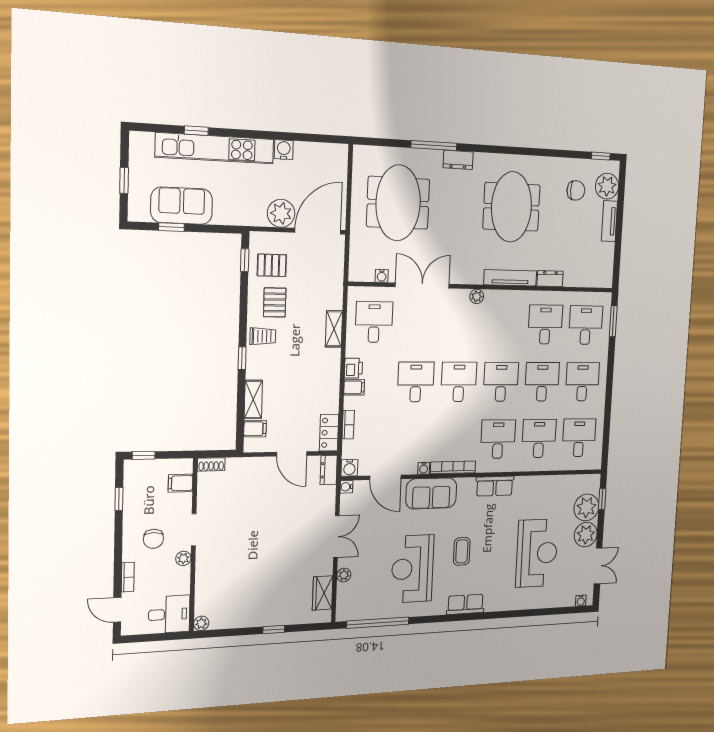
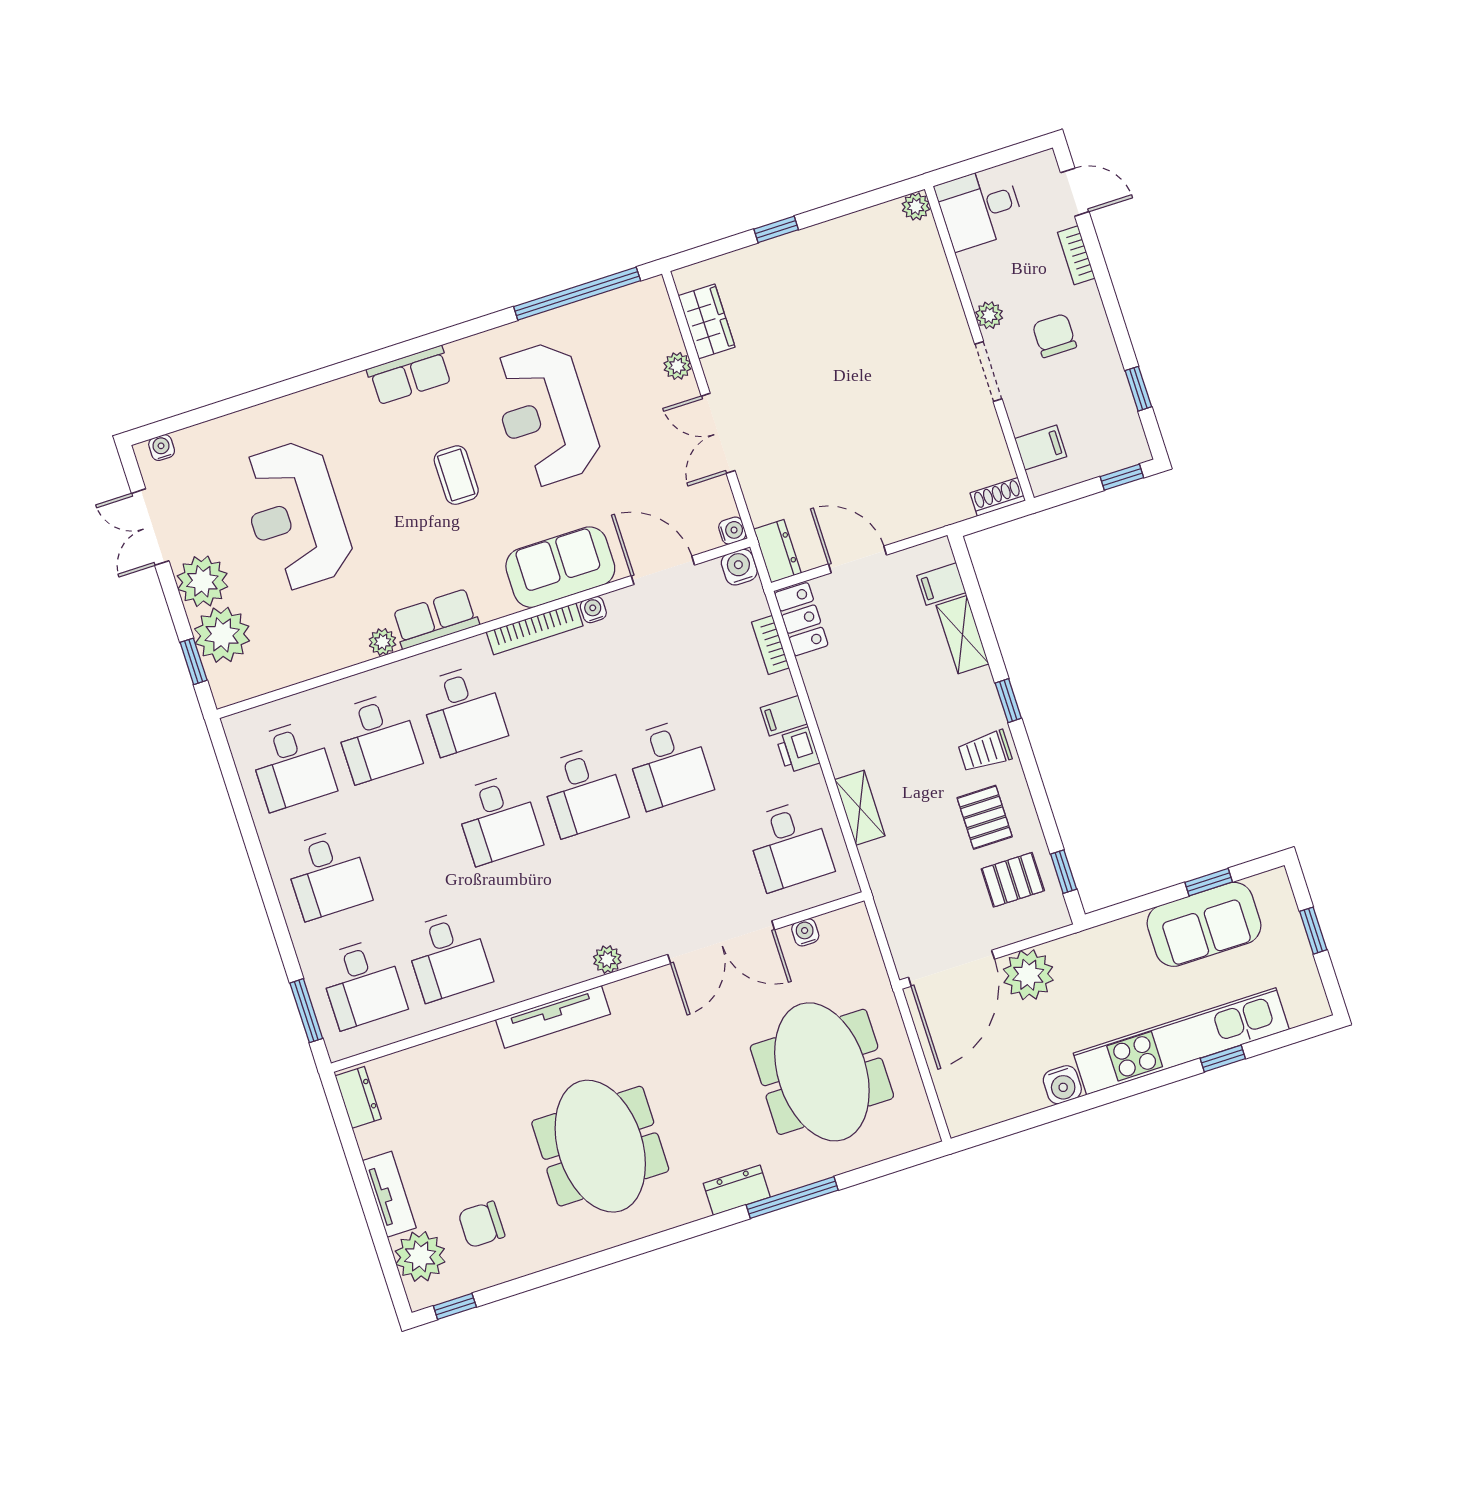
dresser: (550, 279) -> (358, 1097), moved, turned -90
desk: (542, 382) -> (413, 846), removed
plant: (521, 483) -> (382, 642), added
reception desk: (413, 569) -> (545, 414), turned 180

